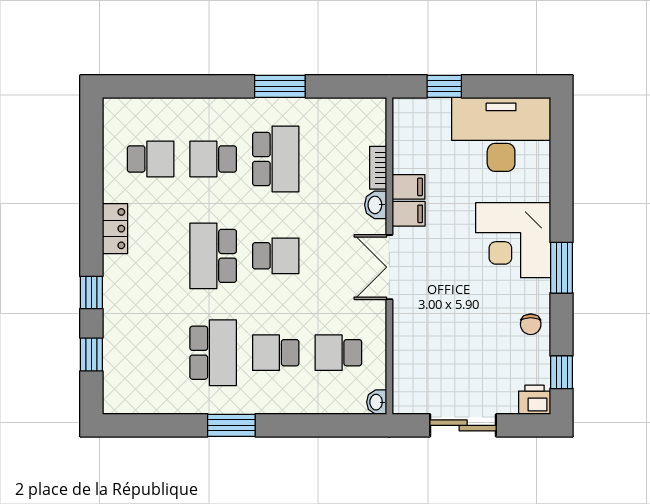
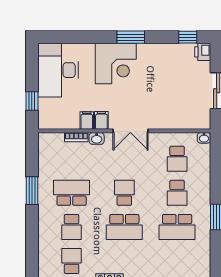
chair: (531, 324) -> (162, 54), removed
school desk: (213, 353) -> (177, 227), turned 180

